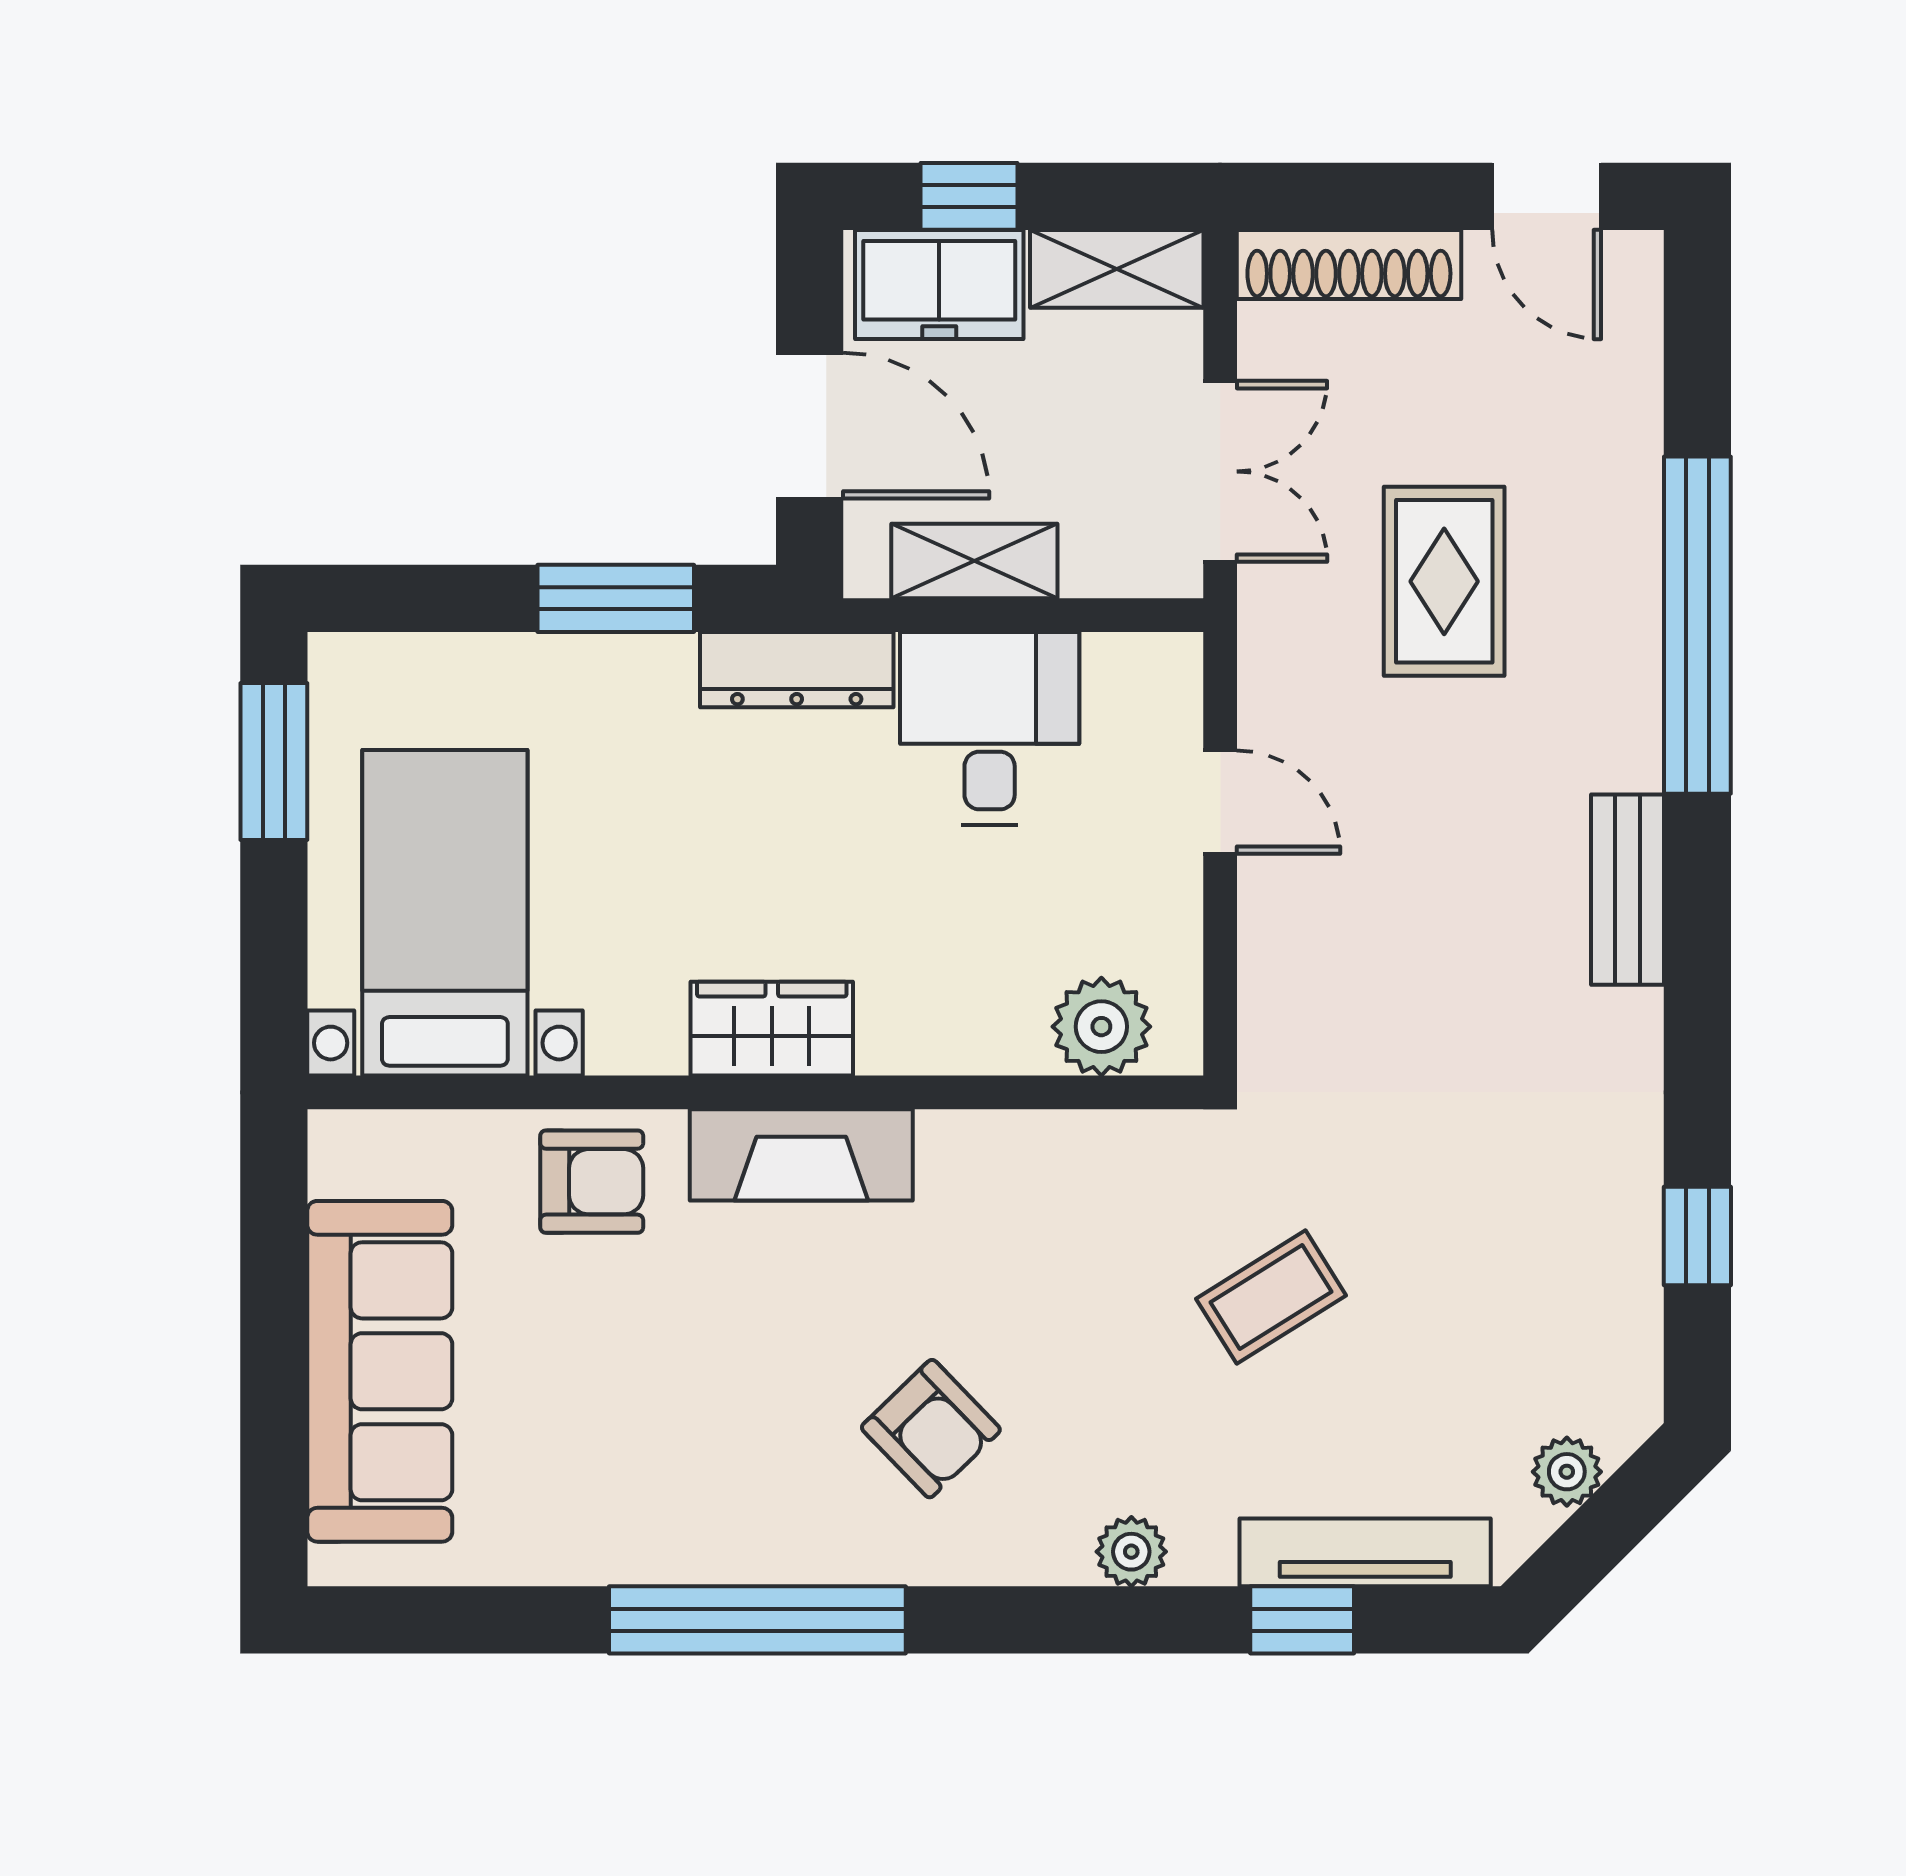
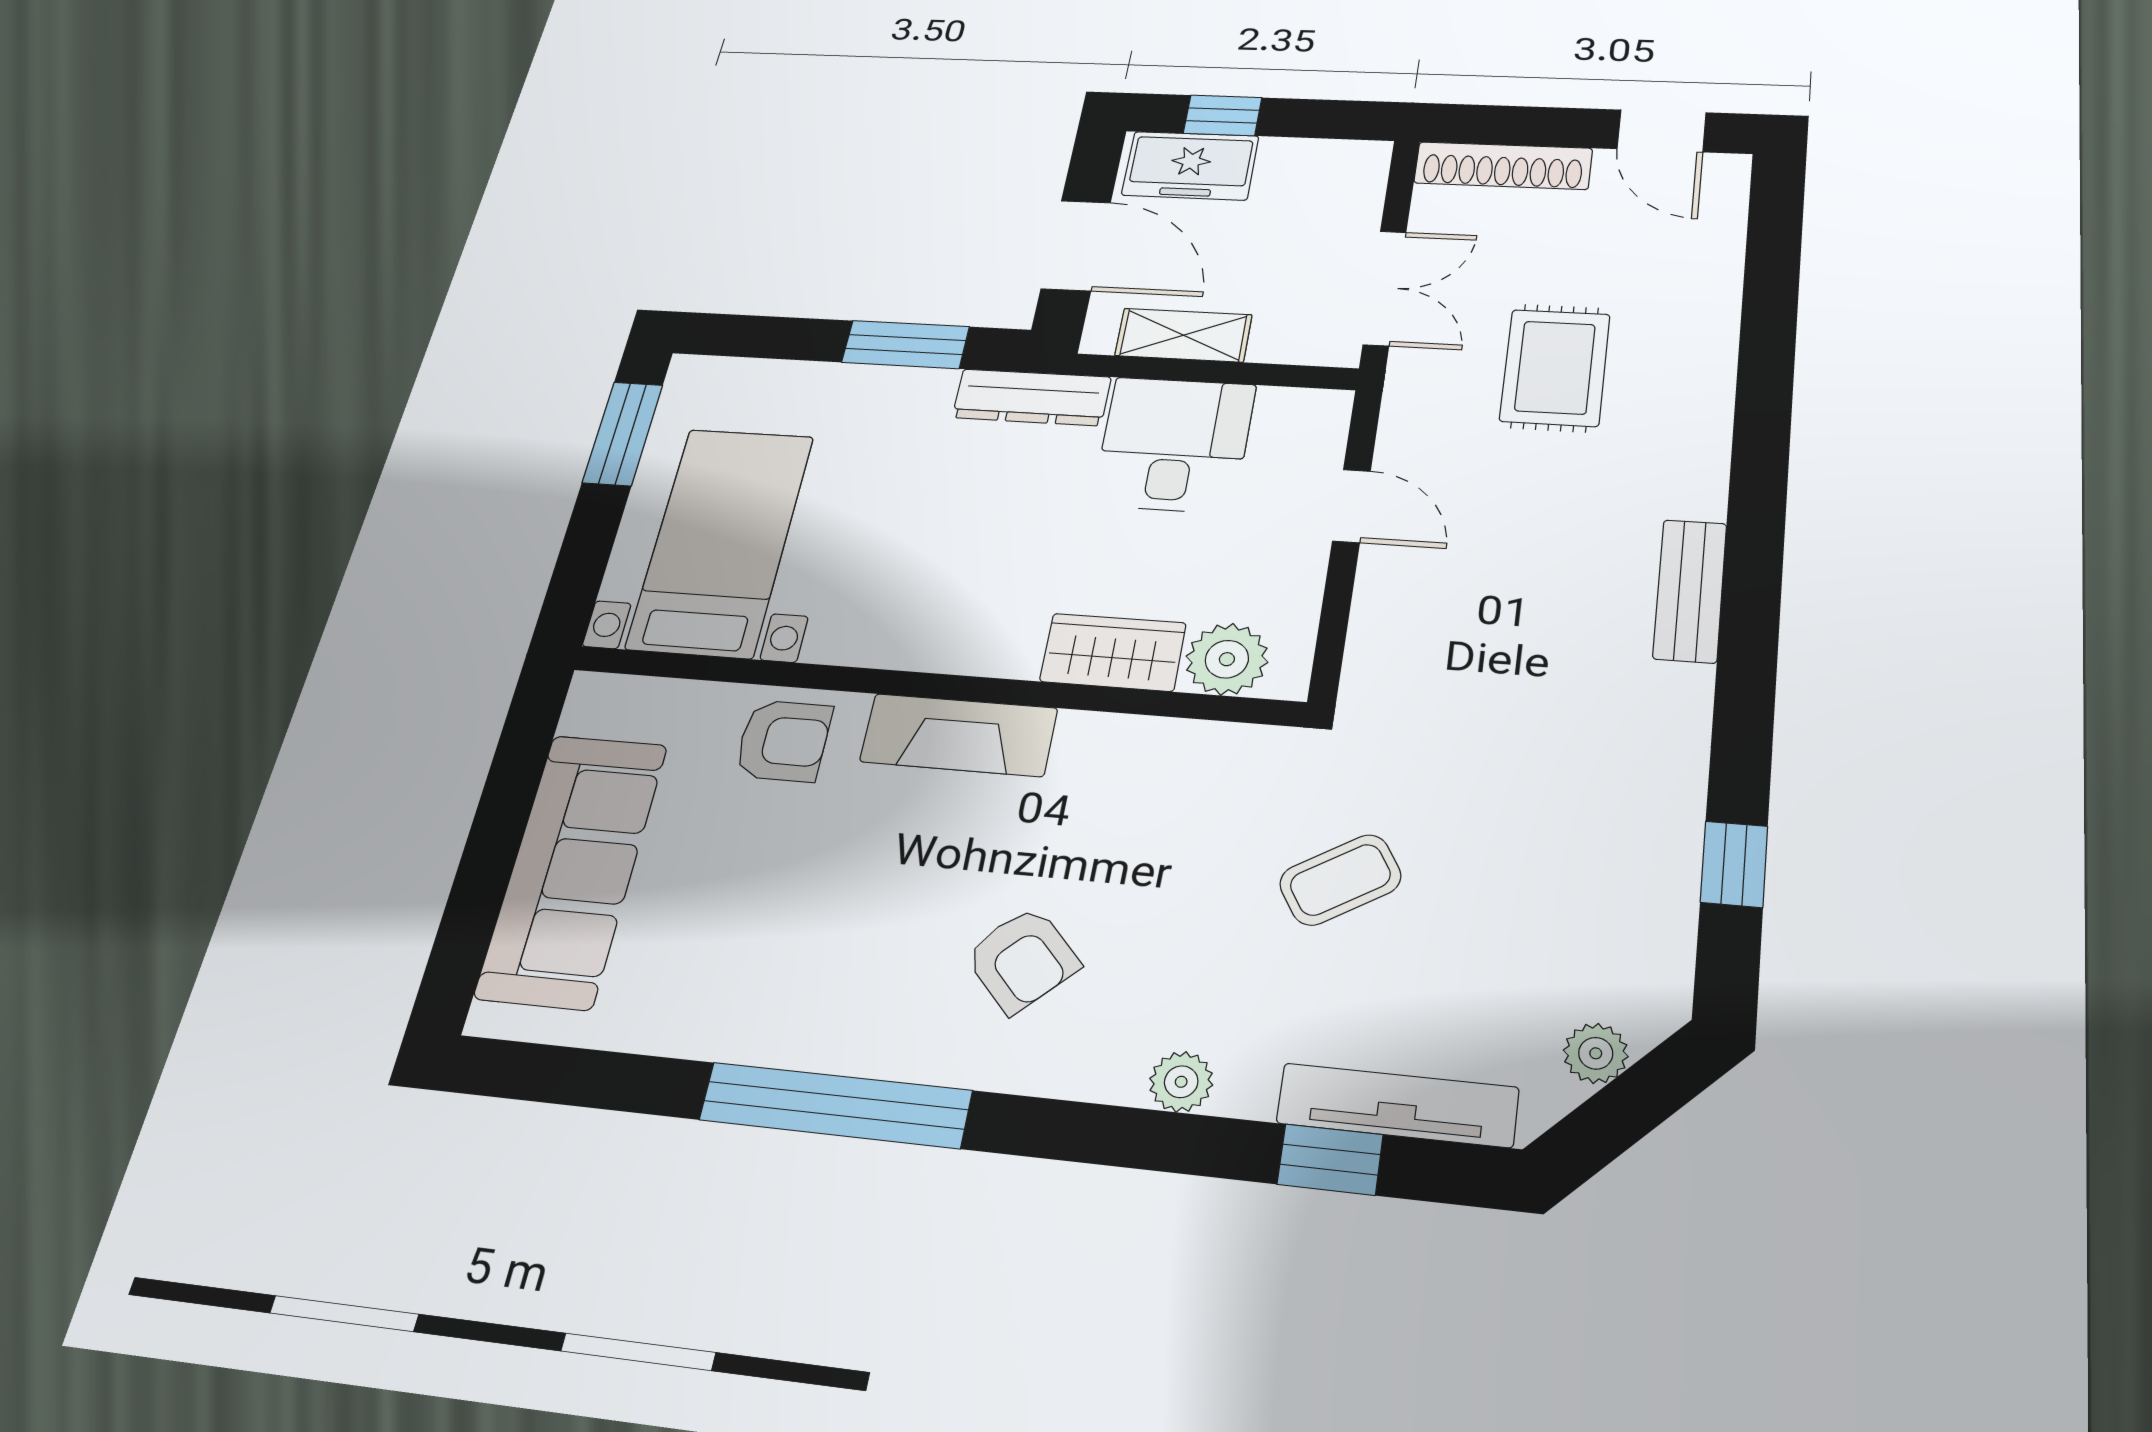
shelving: (1117, 269) -> (1325, 161), removed
window: (1697, 625) -> (1763, 408), removed
wardrobe: (772, 1029) -> (1113, 652), moved

